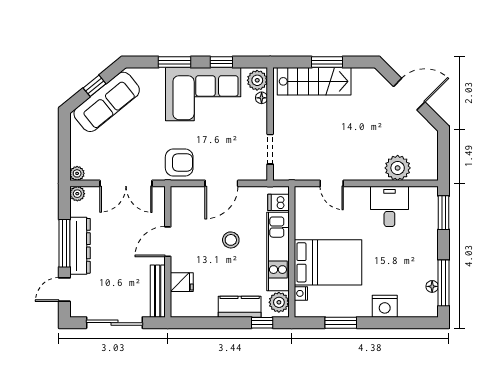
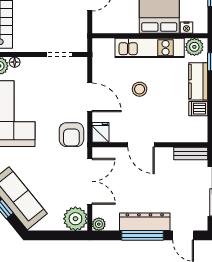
armchair: (179, 162) -> (71, 135), turned 180
plant: (77, 173) -> (75, 219), width x1.88, depth x1.88
dishwasher: (278, 202) -> (198, 109), moved, turned 90
fridge: (182, 282) -> (101, 132), moved
bench: (158, 291) -> (191, 153), width x0.73

